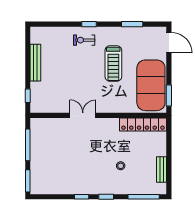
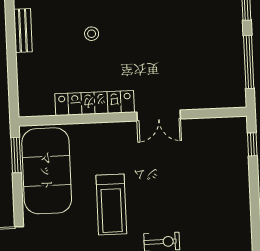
bench: (35, 63) -> (242, 200), removed
treadmill: (113, 64) -> (111, 205), turned 180
locker: (143, 124) -> (95, 103), moved

